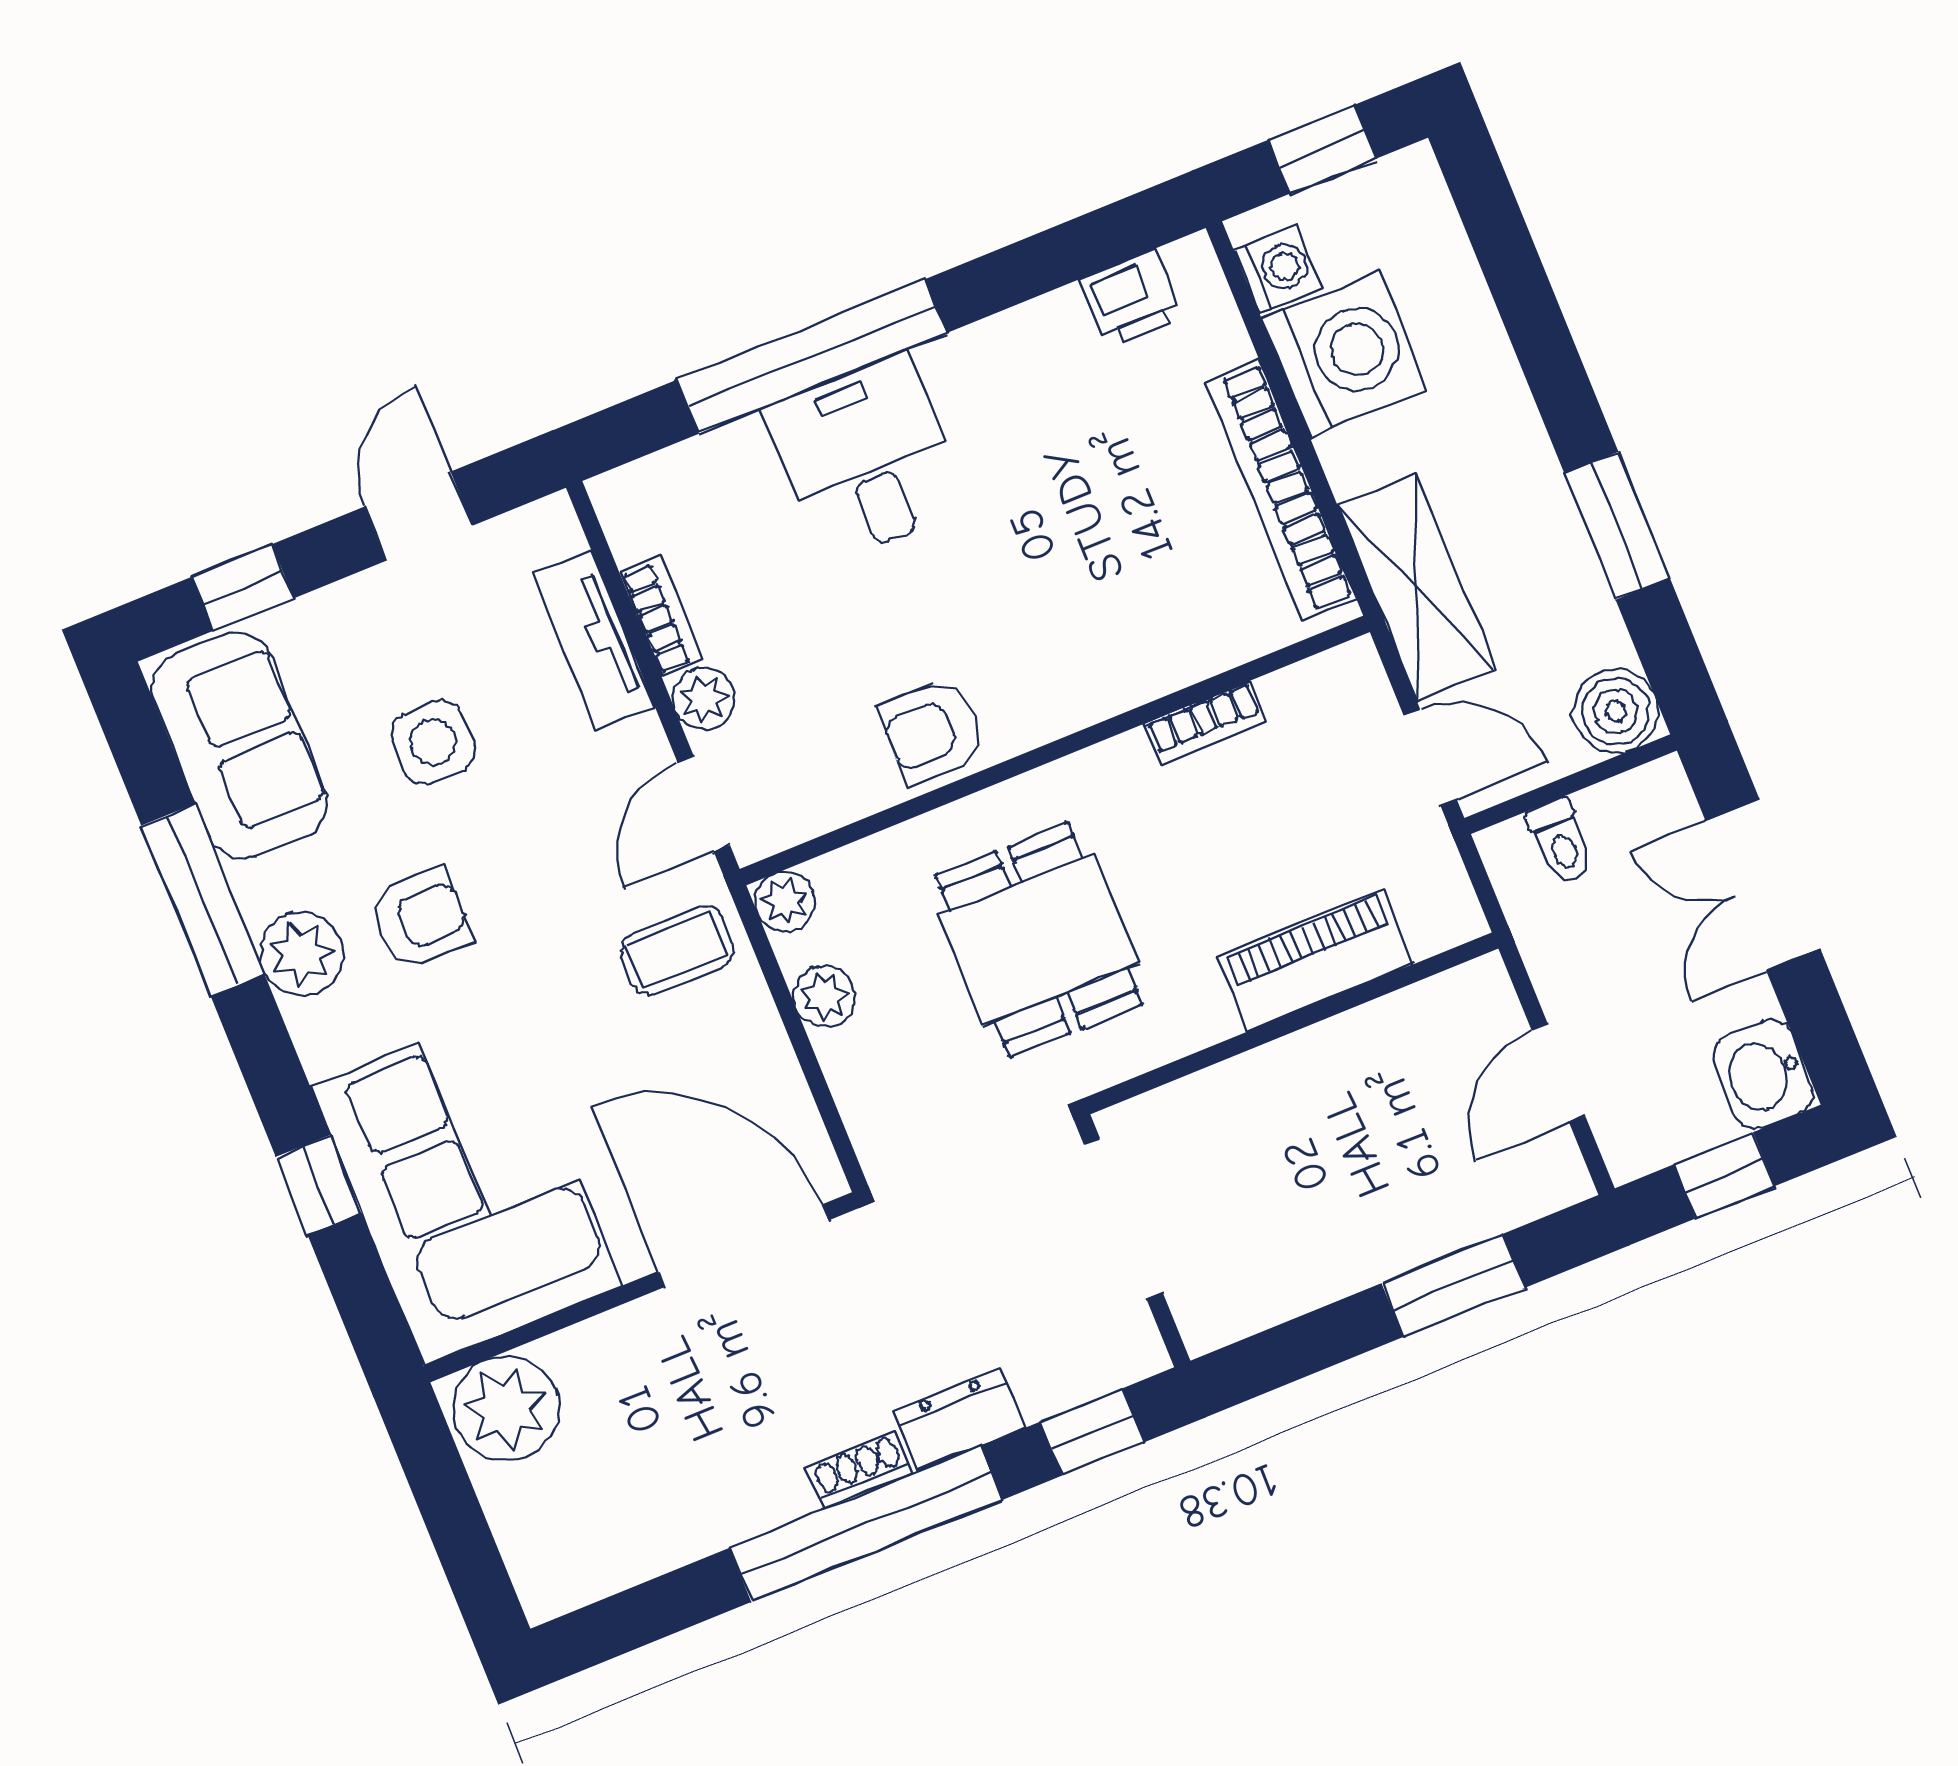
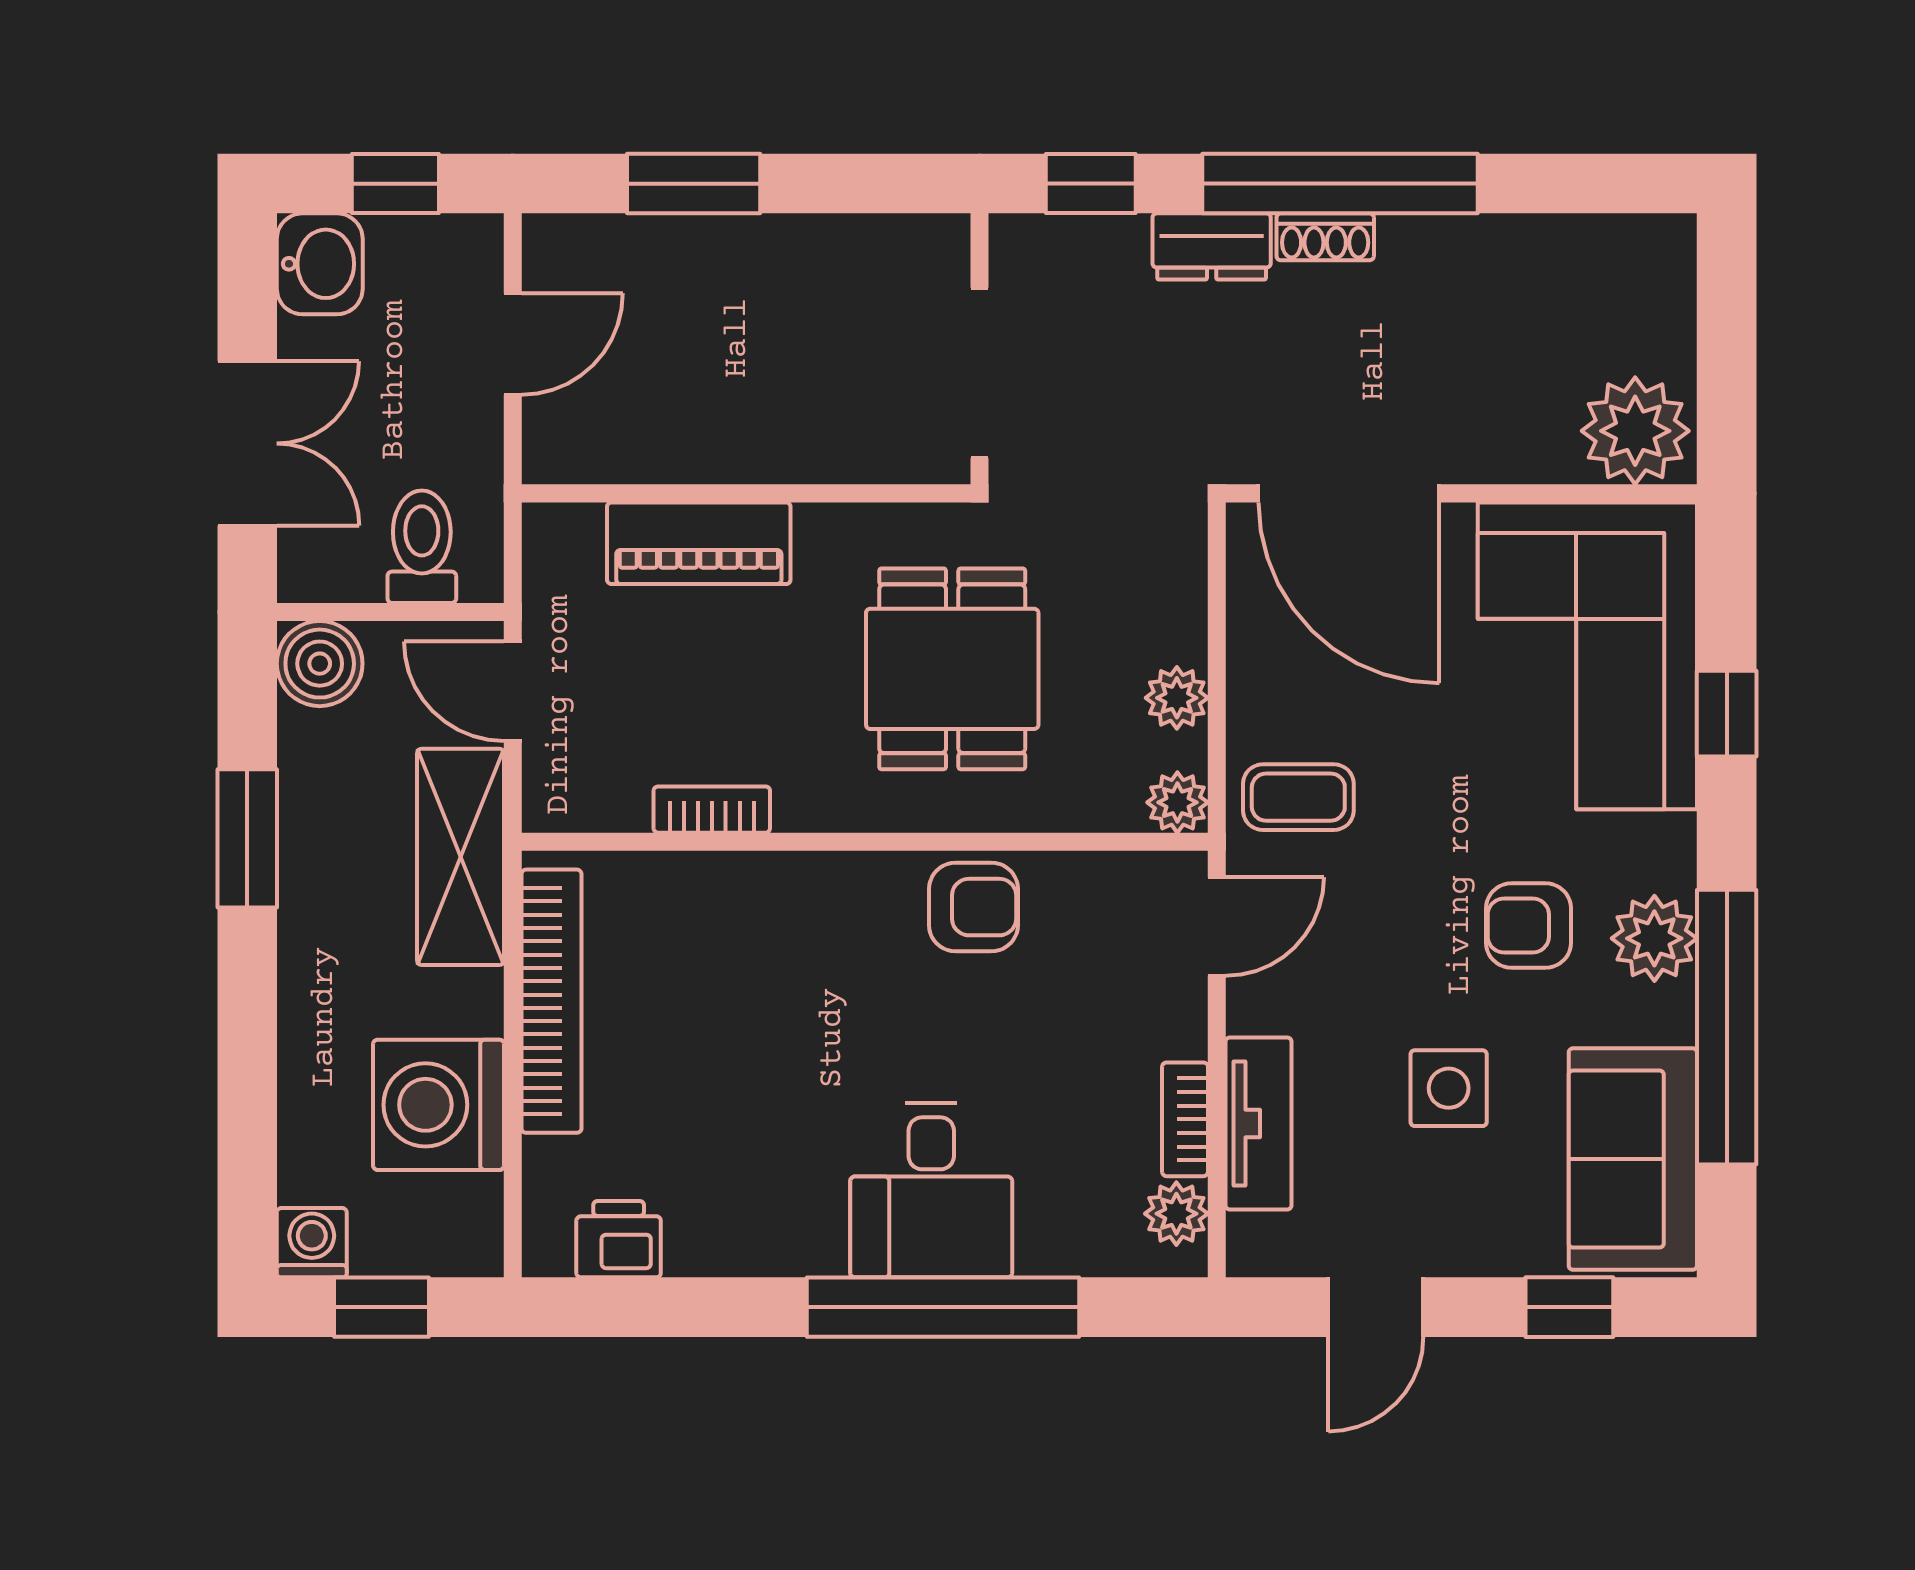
washing machine: (1278, 269) -> (312, 1243), moved, turned 90
plant: (704, 699) -> (1176, 1214), moved
toilet: (1560, 841) -> (422, 547), width x1.37, depth x1.39
window: (203, 900) -> (1727, 1027), width x1.46

